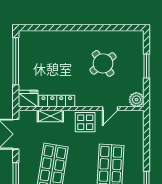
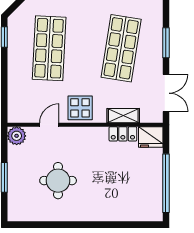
round table: (103, 63) -> (58, 181), turned 37
locker: (57, 101) -> (123, 134), width x0.66

